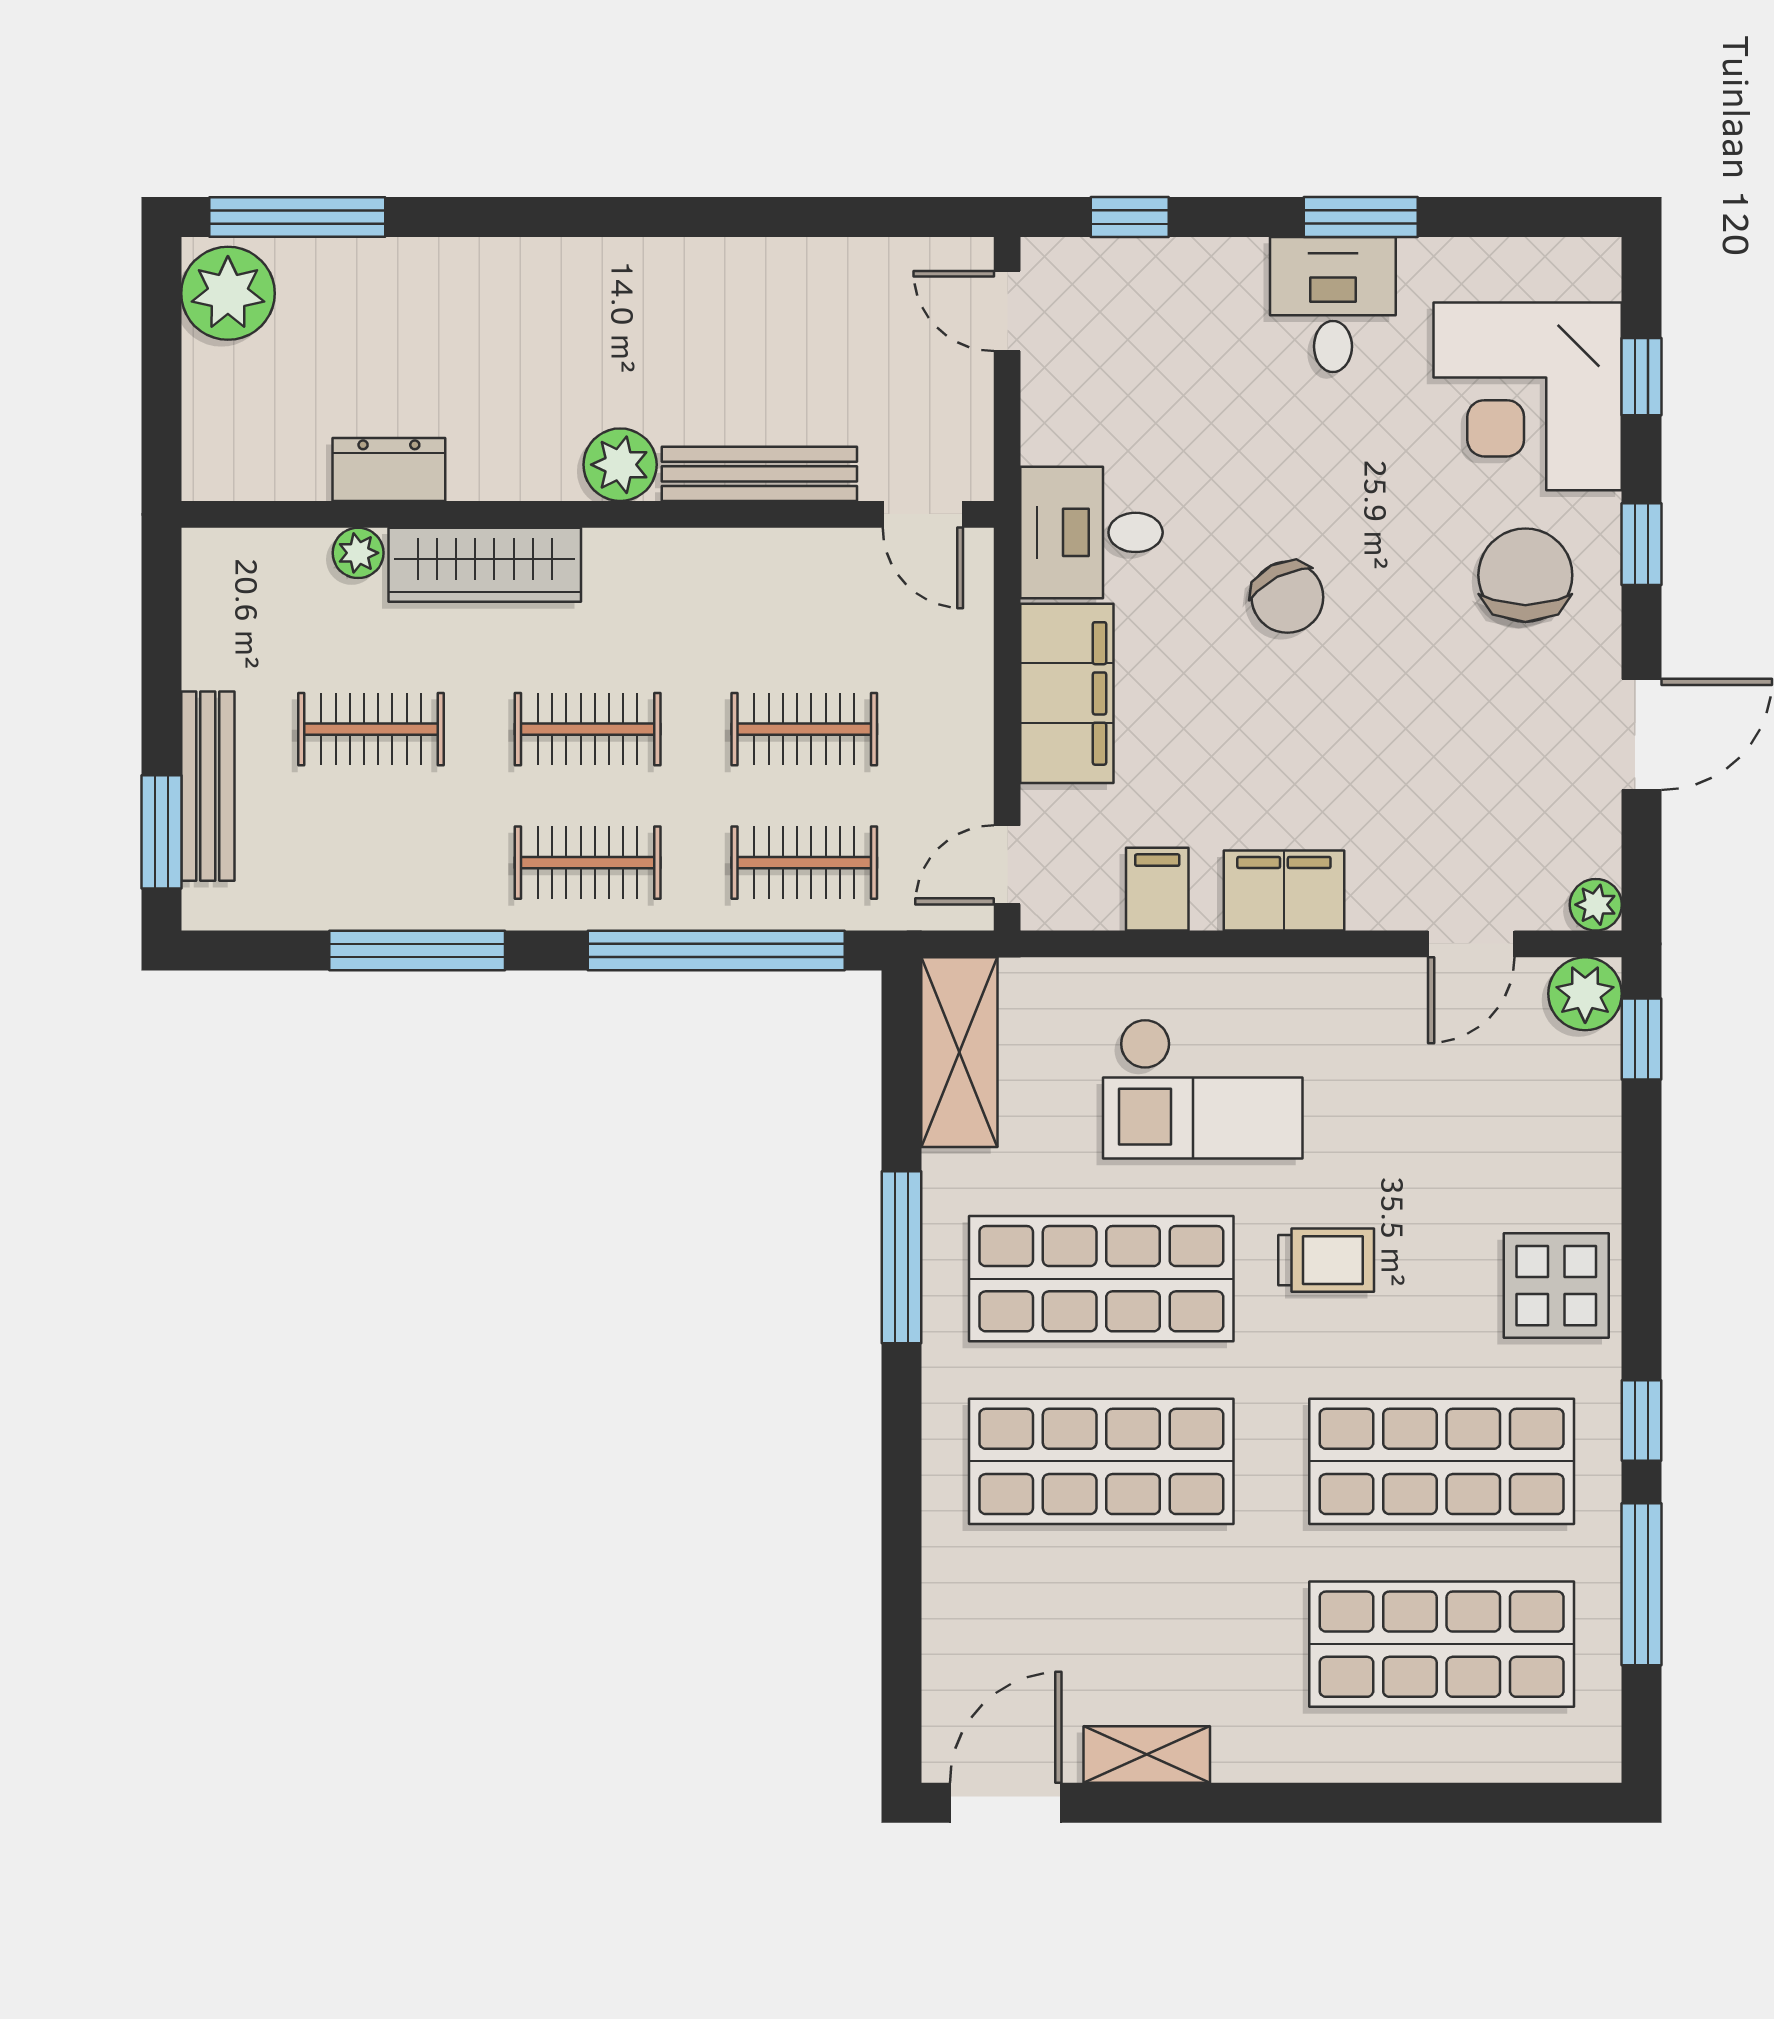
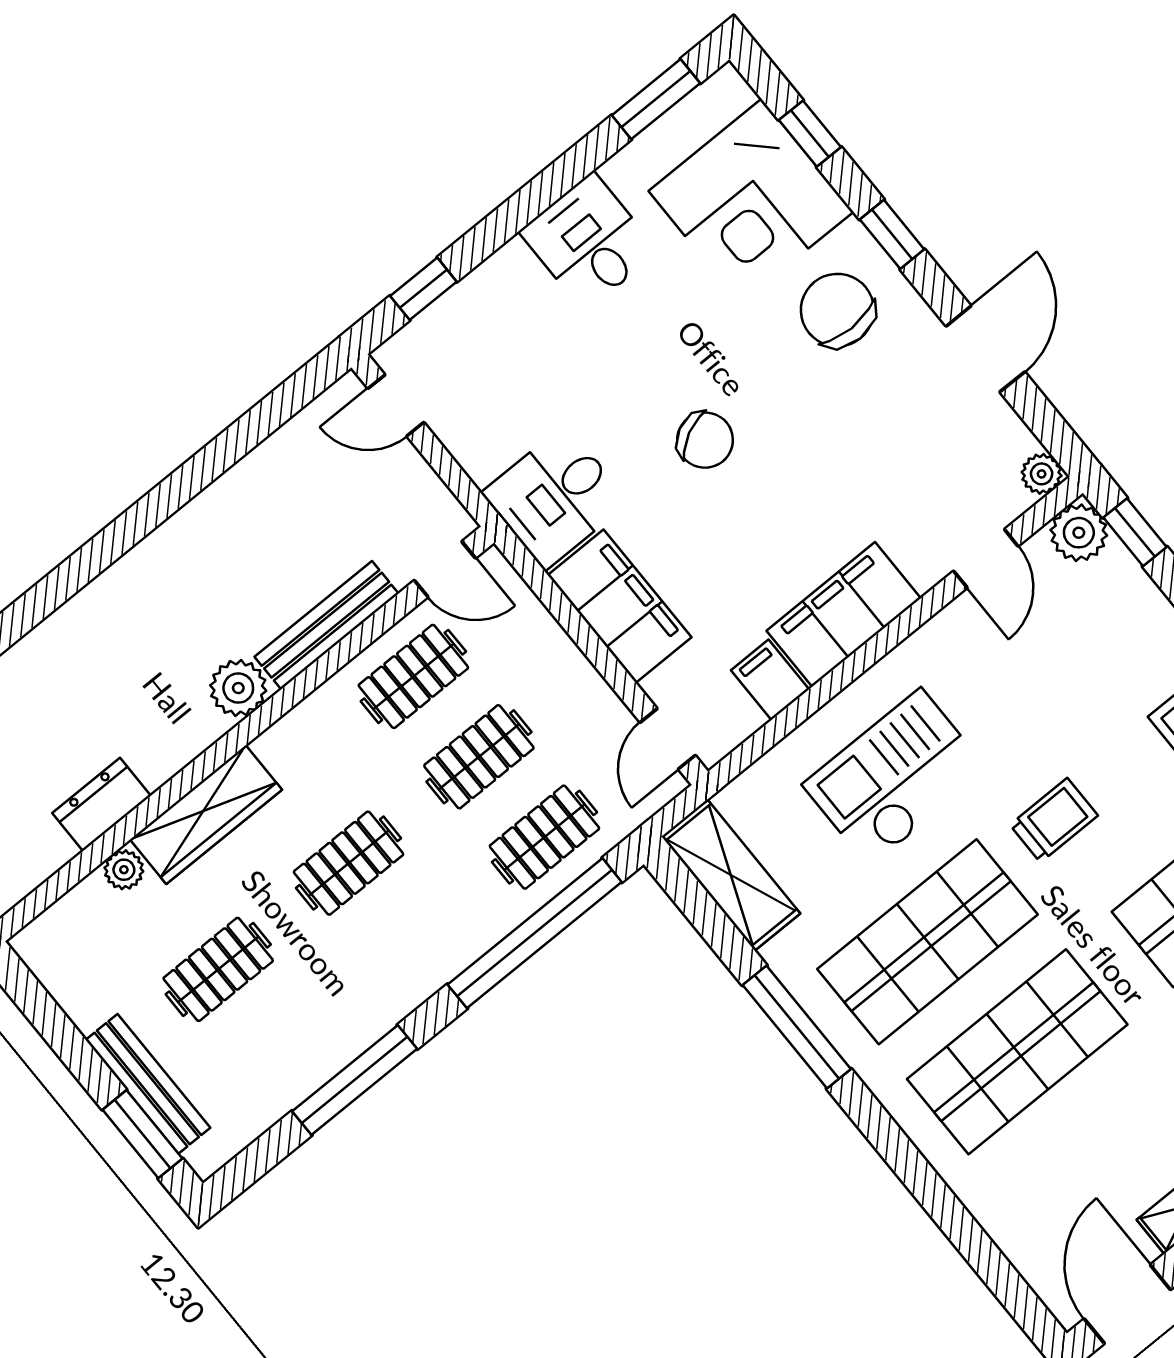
window: (1361, 217) -> (656, 99), moved
clothes rail: (588, 863) -> (413, 676), moved
filing cabinet: (1284, 891) -> (844, 614), width x1.50, depth x1.17
checkout: (1203, 1089) -> (895, 778), turned 180

